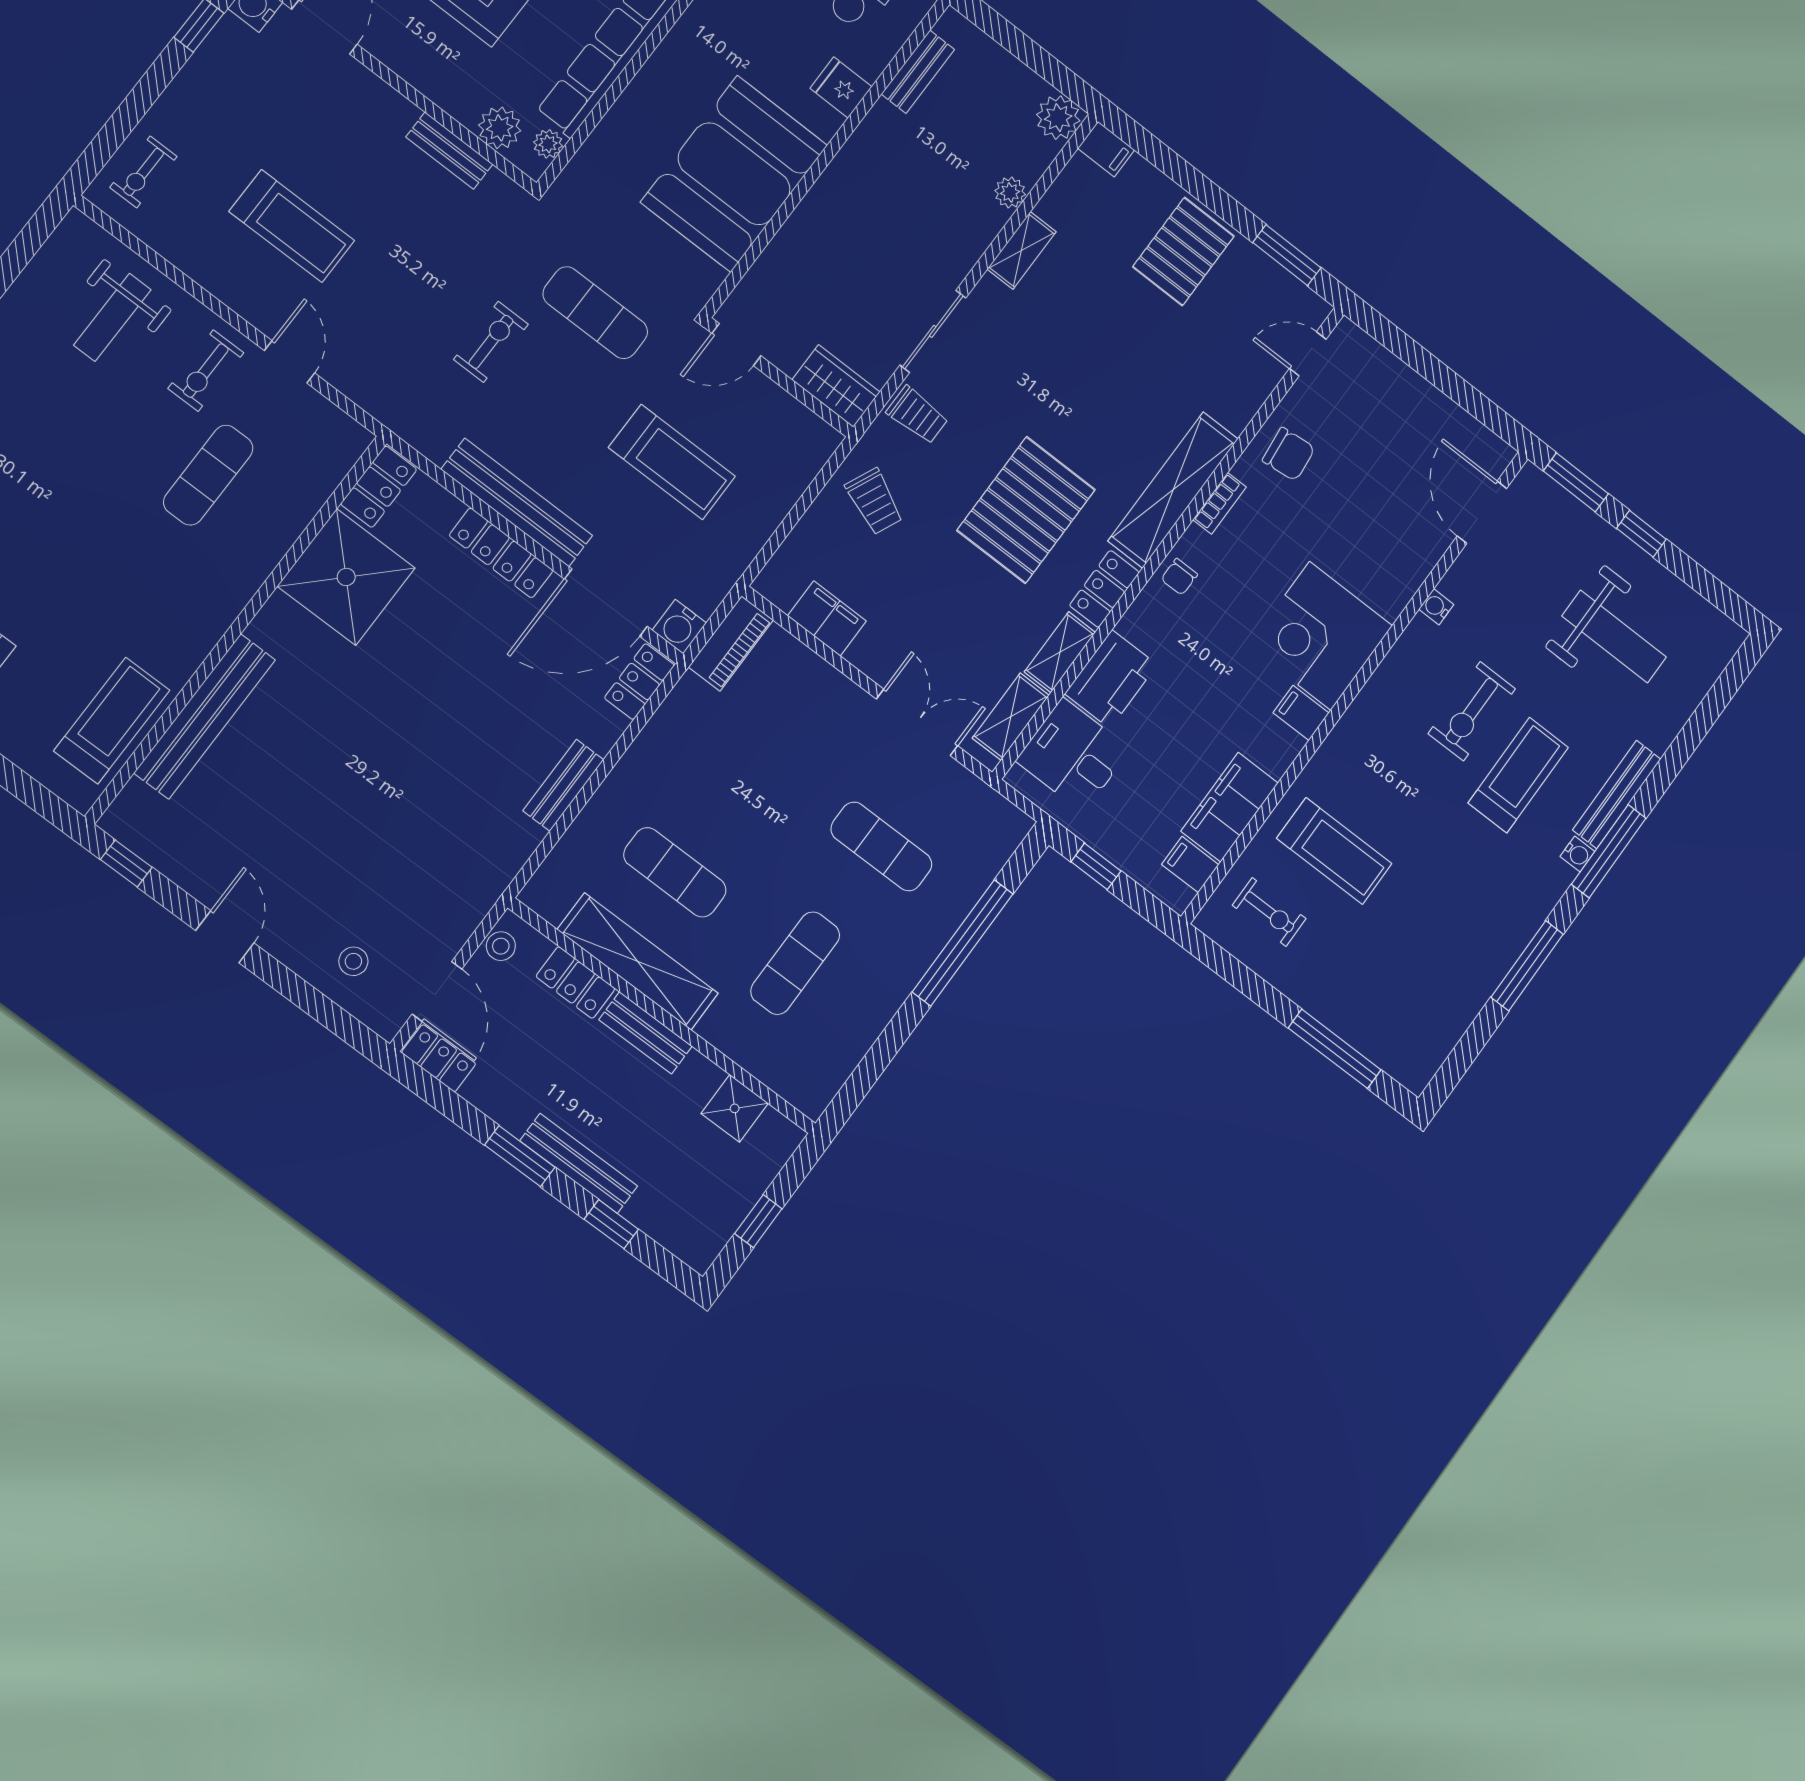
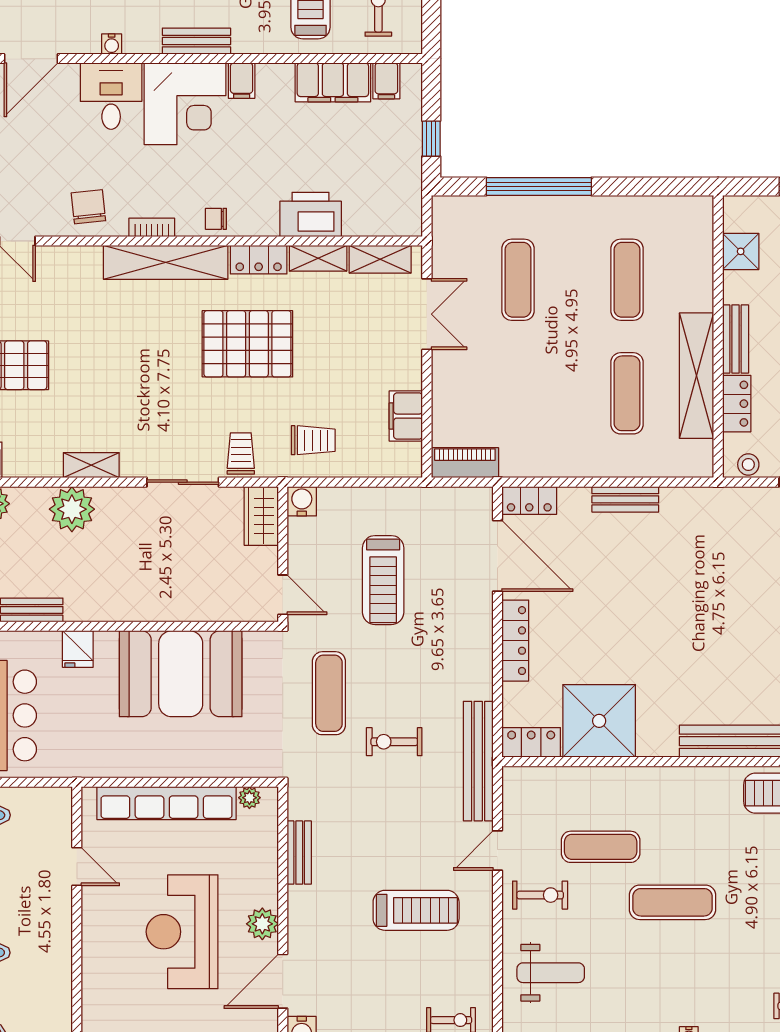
plant: (500, 128) -> (262, 924), moved
plant: (1010, 192) -> (72, 509), width x1.87, depth x1.87
treadmill: (292, 226) -> (416, 910), turned 90
treadmill: (672, 462) -> (383, 580), turned 180
trolley: (874, 501) -> (313, 440), turned 66
bench: (517, 502) -> (478, 761), moved
exercise mat: (88, 507) -> (672, 902), added
chair: (1179, 577) -> (216, 219), turned 180
water cooler: (679, 627) -> (302, 501), moved, turned -90
bench: (1375, 697) -> (196, 41), added
double door: (917, 722) -> (427, 314), swing flipped
desk: (1073, 755) -> (111, 96), moved, turned 180
exercise mat: (795, 963) -> (627, 280), turned 90

